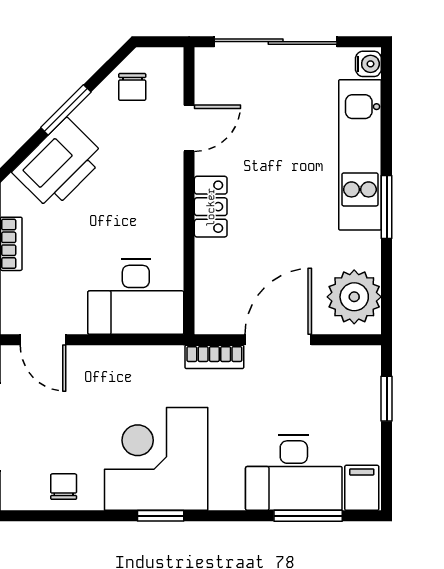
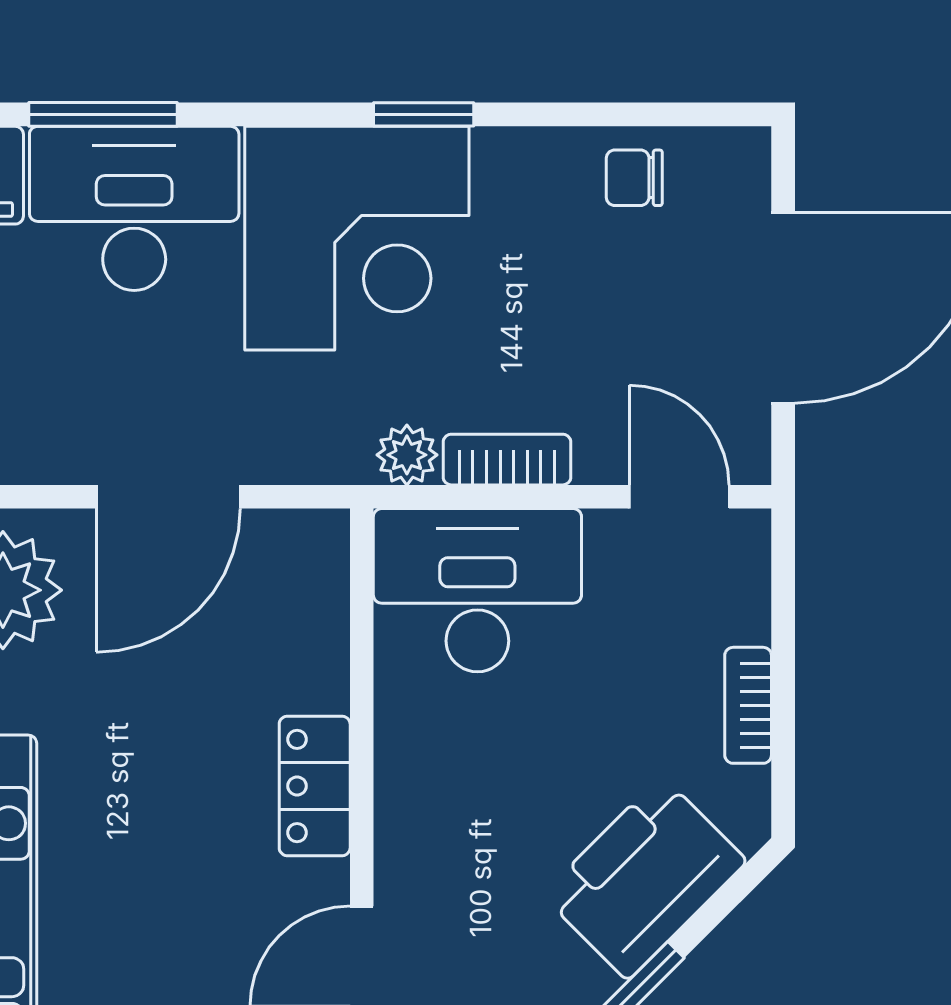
bookcase: (214, 357) -> (507, 460), moved
plant: (168, 359) -> (407, 455), added
corner desk: (156, 459) -> (357, 238), moved
chair: (64, 487) -> (634, 178), turned 90

